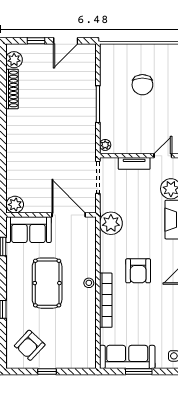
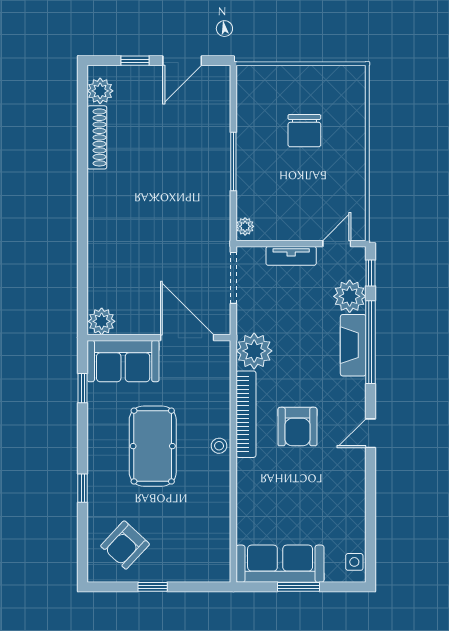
bookcase: (106, 300) -> (246, 414), moved

